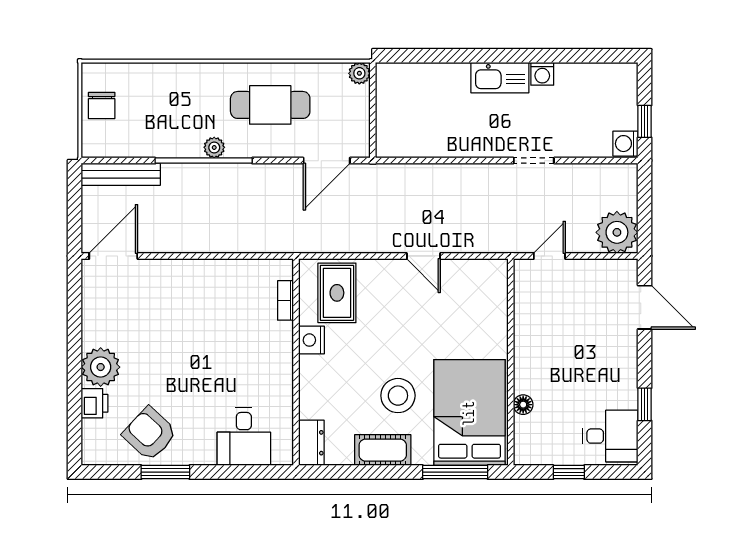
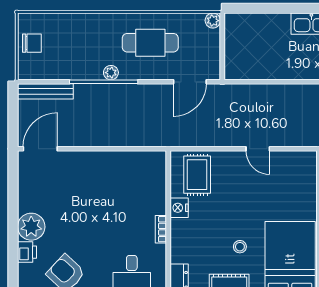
chair: (102, 106) -> (32, 43), turned -90
bookcase: (285, 300) -> (161, 229), moved
stool: (398, 396) -> (240, 247), width x0.53, depth x0.53

